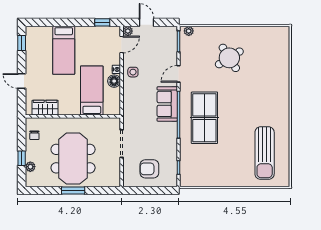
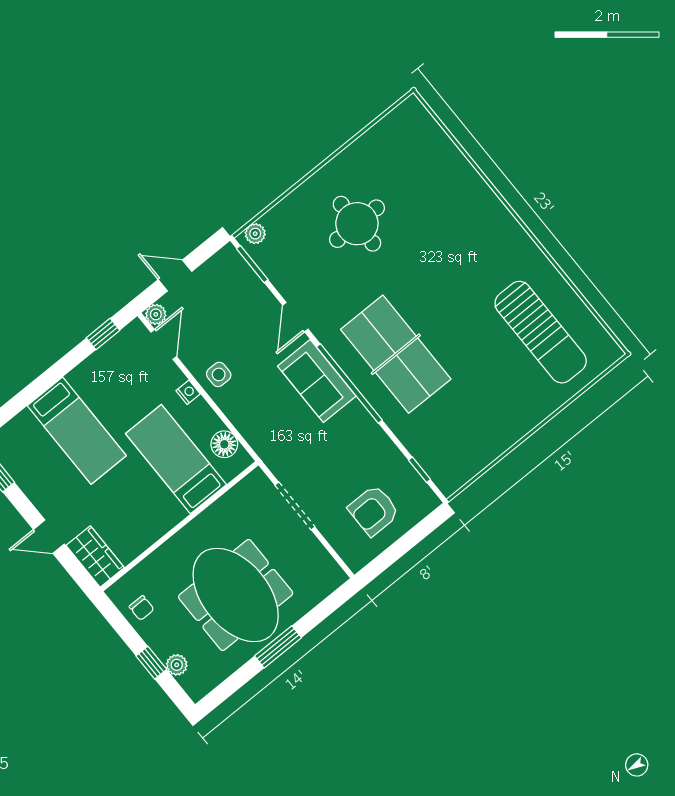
round table: (229, 58) -> (357, 224), turned 32
floor lamp: (114, 81) -> (224, 444), moved
wardrobe: (45, 108) -> (95, 556), moved, turned 90

